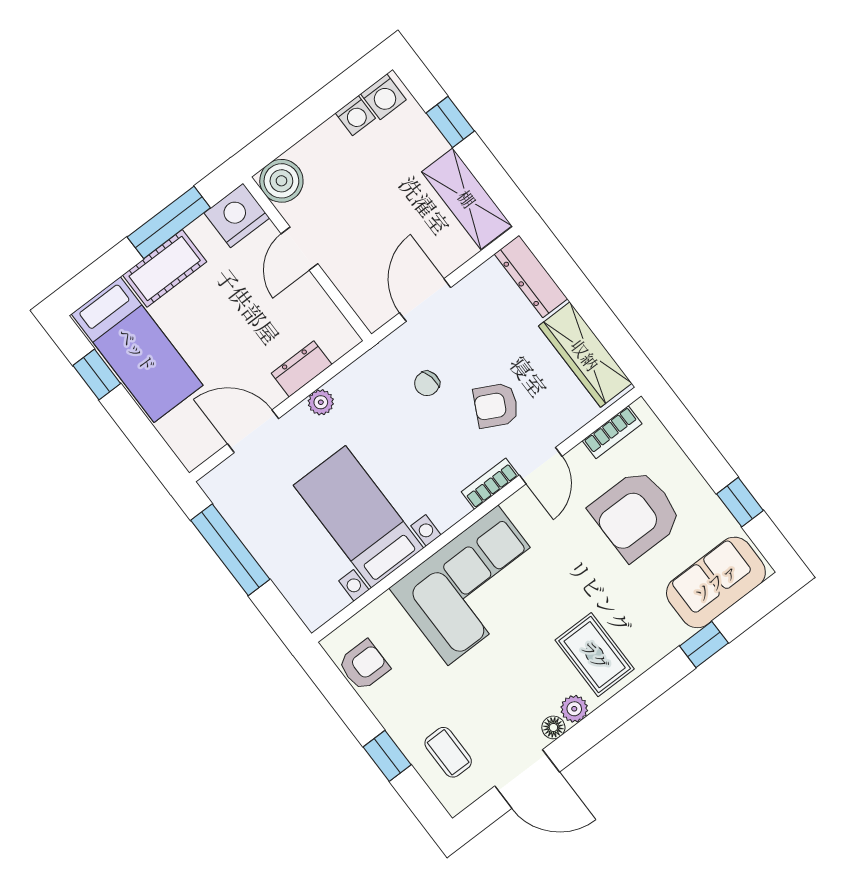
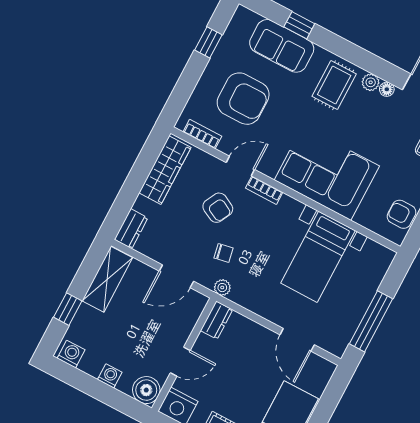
washing machine: (355, 116) -> (110, 376), moved
dresser: (531, 276) -> (131, 229), width x0.70
dresser: (302, 369) -> (217, 320), moved, turned -90
plant: (321, 402) -> (222, 288), moved
sofa: (716, 582) -> (282, 46), moved

